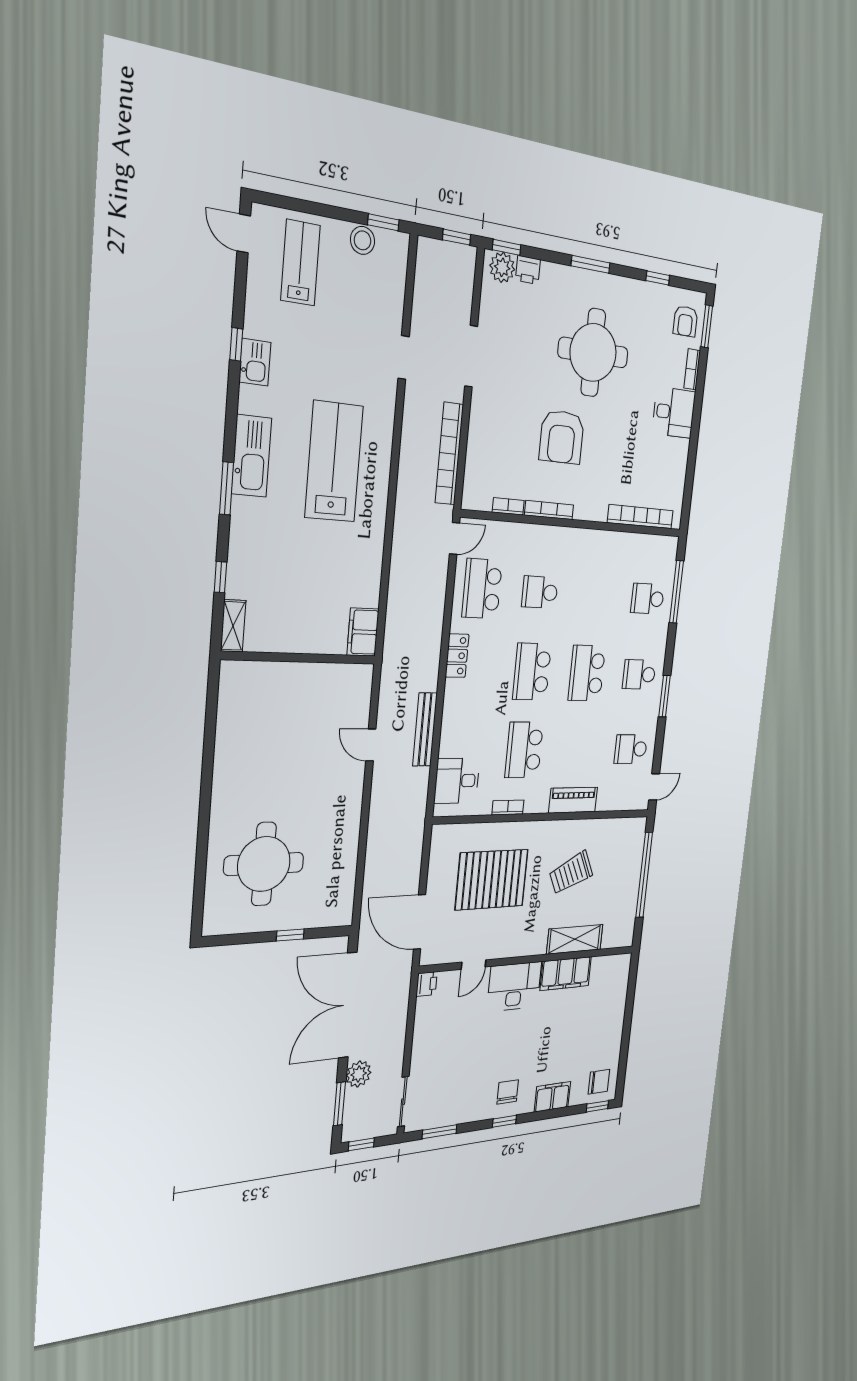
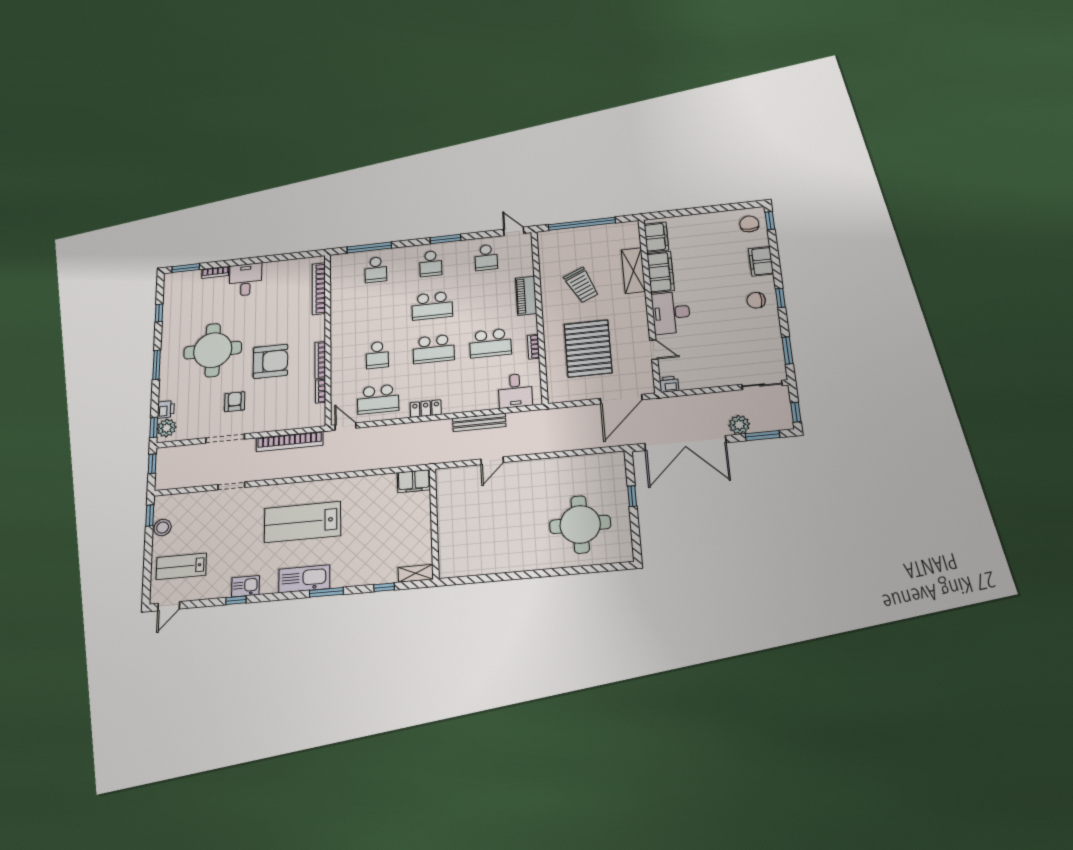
armchair: (685, 321) -> (235, 402), moved, turned -90
filing cabinet: (608, 968) -> (656, 237), added

